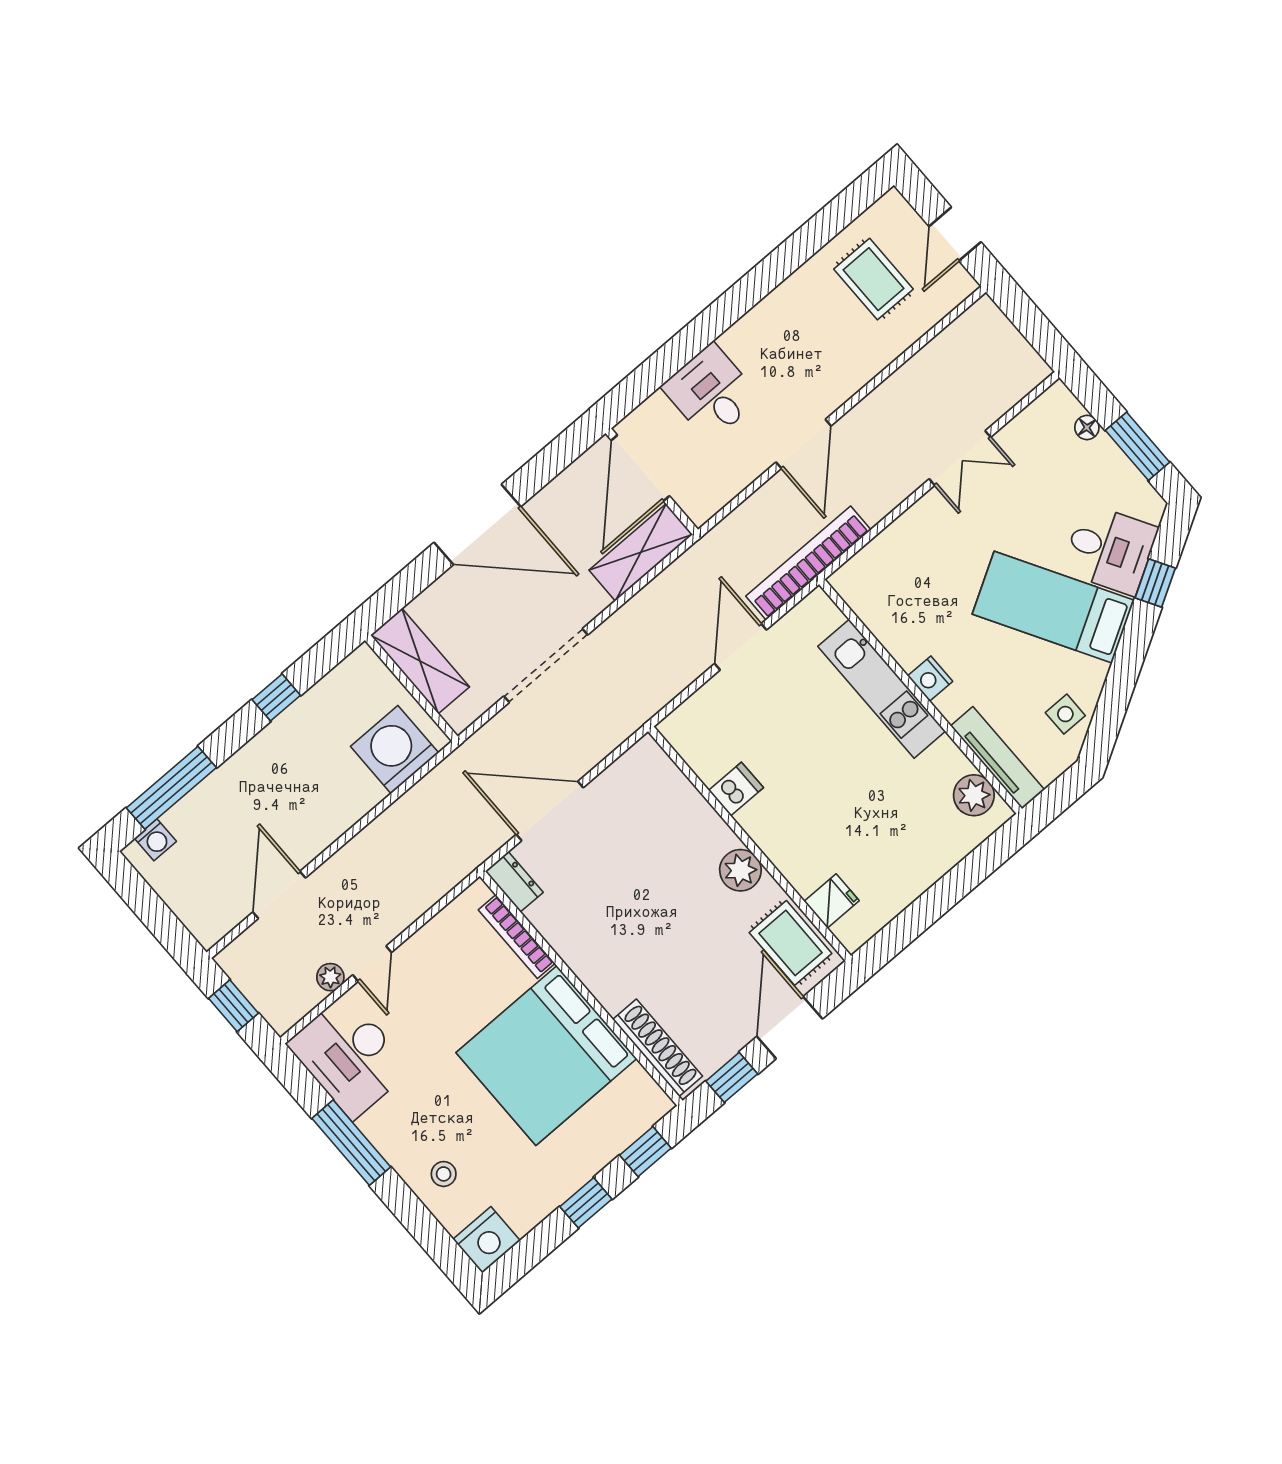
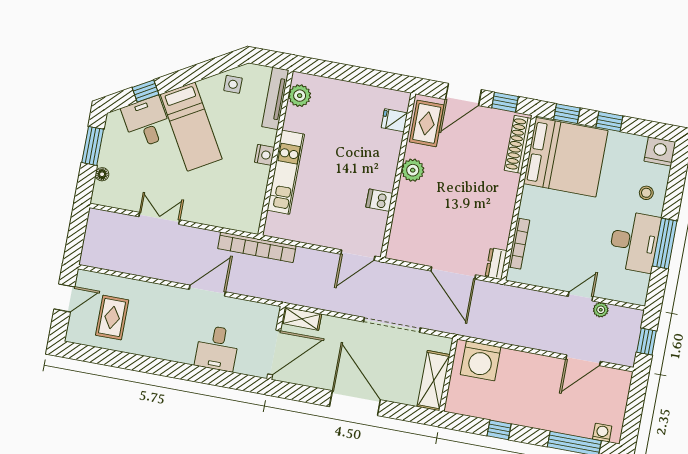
shelving: (641, 552) -> (302, 319), width x0.67, depth x0.75
door: (741, 647) -> (358, 255), moved
desk: (349, 1056) -> (634, 242), moved
bed: (546, 1056) -> (566, 157), moved

